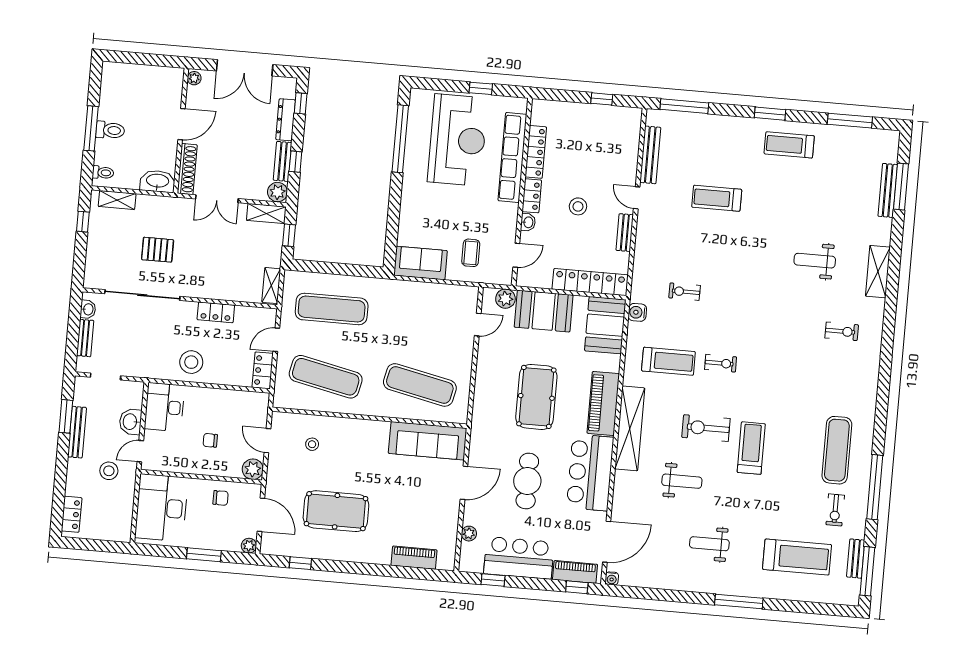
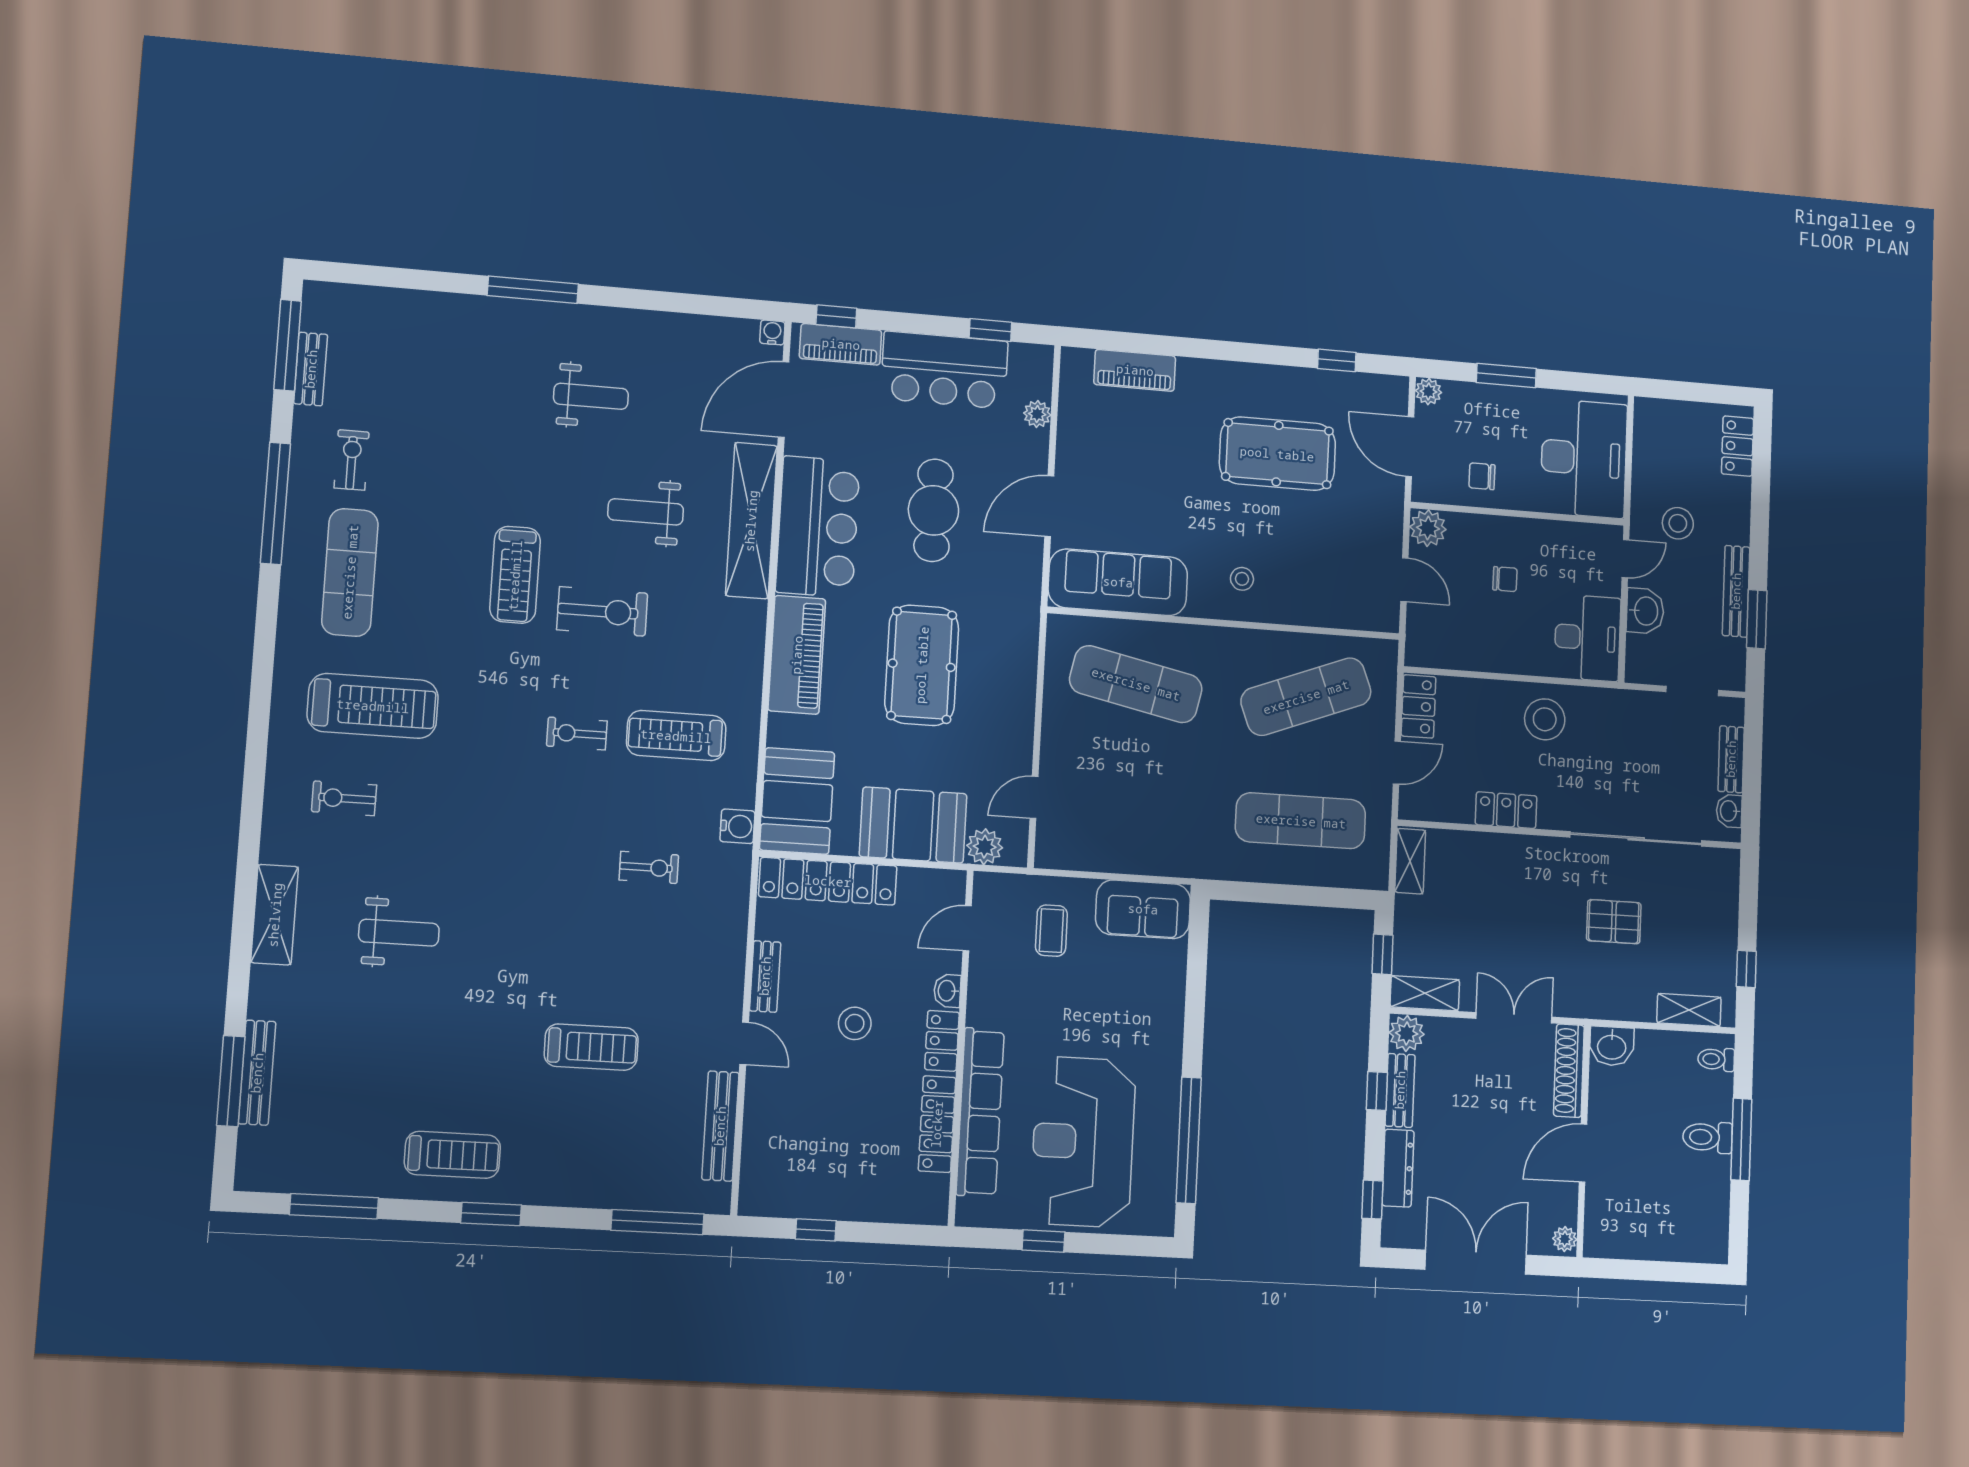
washbasin: (158, 181) -> (1612, 1046), width x0.72
exercise mat: (326, 377) -> (1306, 697), turned -33
shelving: (630, 428) -> (751, 521), moved
stool: (312, 444) -> (1242, 579), moved
treadmill: (797, 557) -> (373, 706), moved, turned 180

